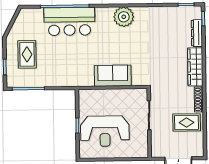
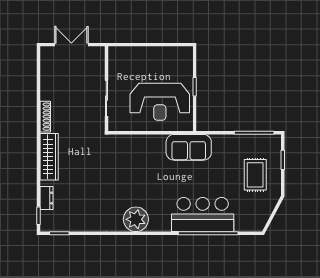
dresser: (197, 33) -> (47, 198), width x0.70
sofa: (113, 76) -> (189, 147), moved
rug: (187, 122) -> (61, 89), removed
reception desk: (105, 131) -> (160, 102), moved, turned 180

